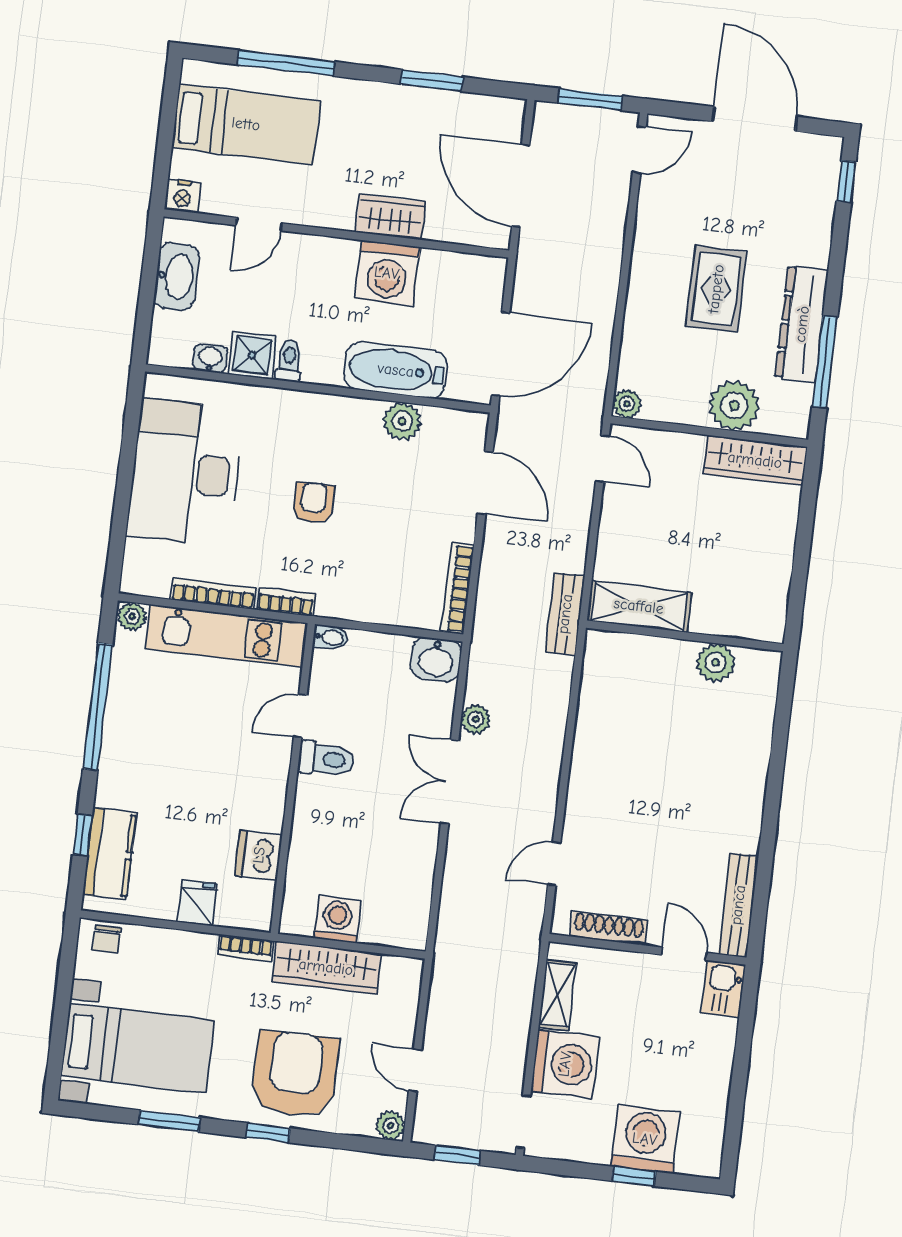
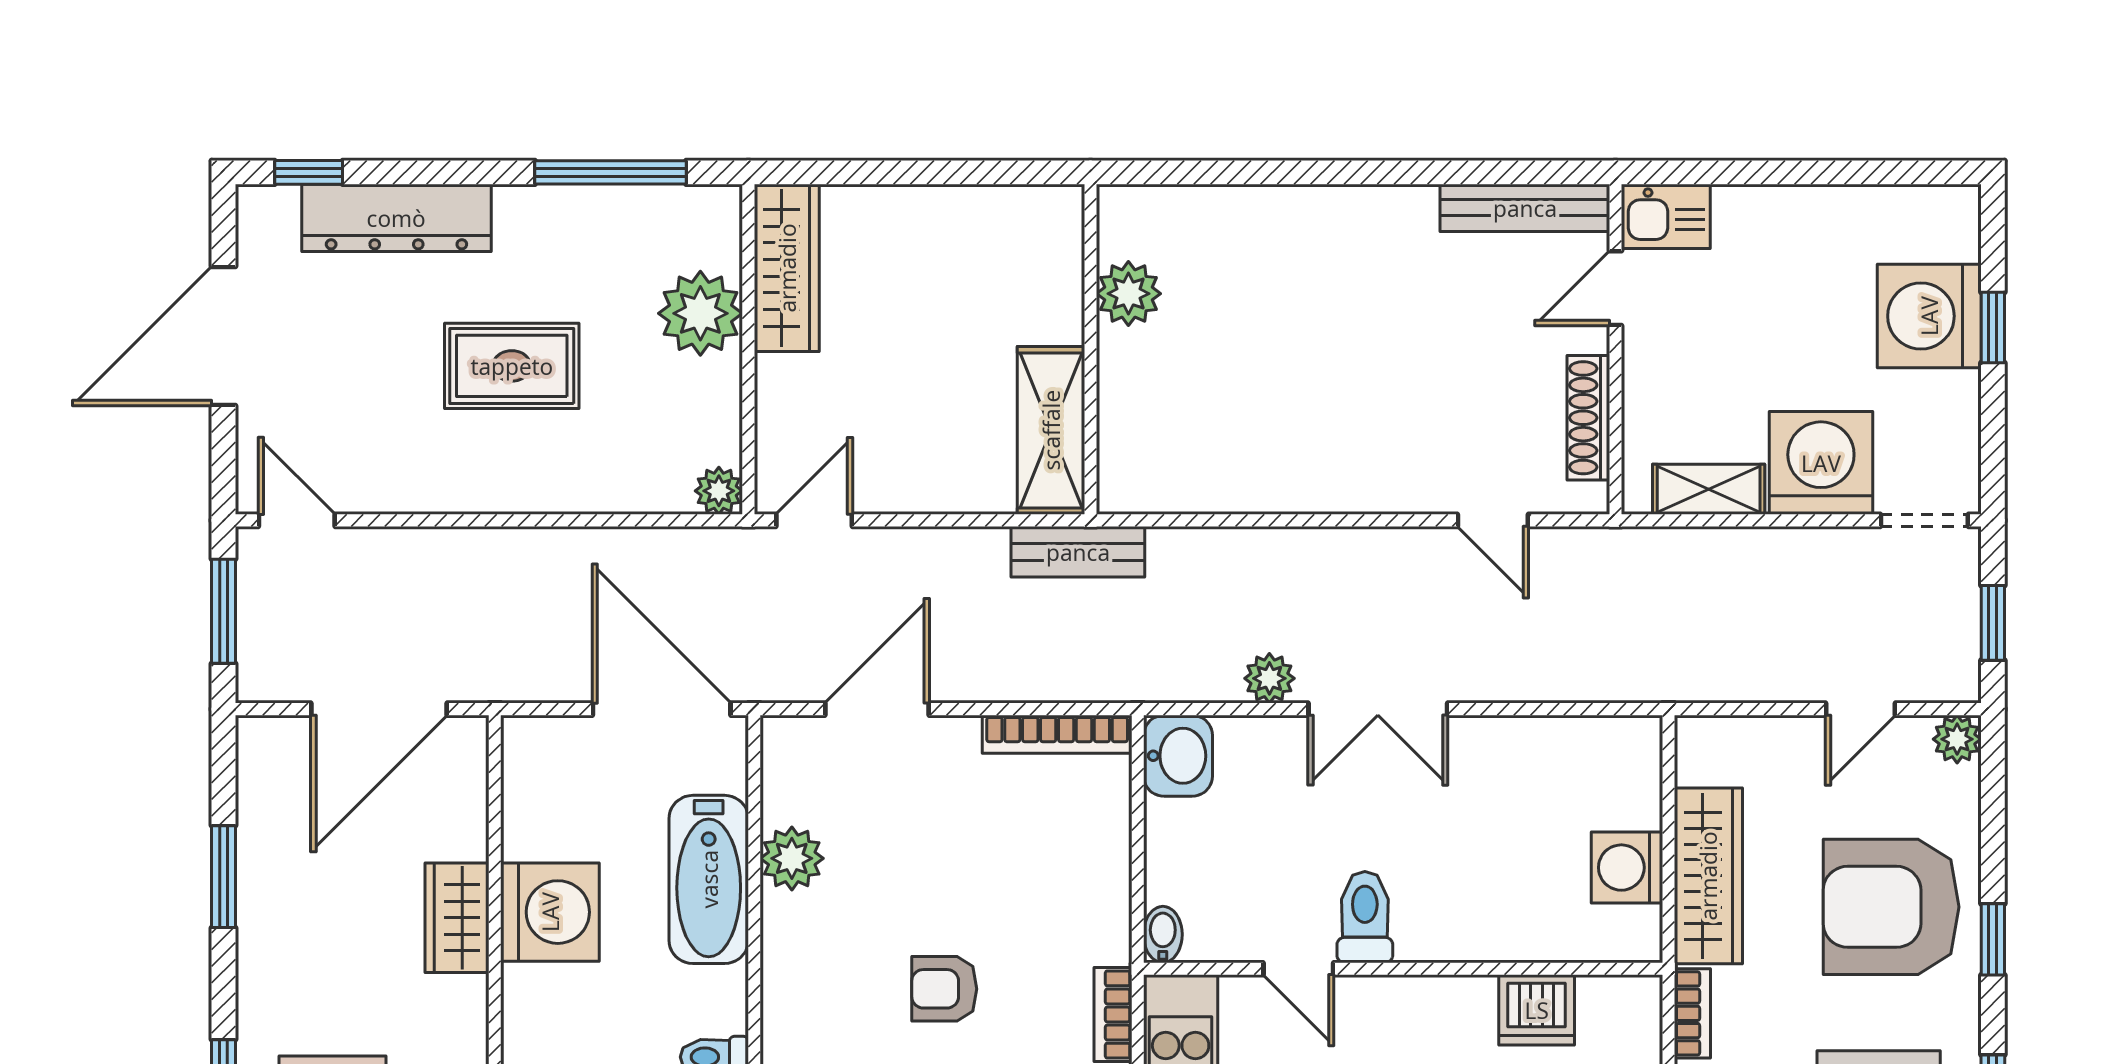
dresser: (802, 324) -> (396, 218), moved

